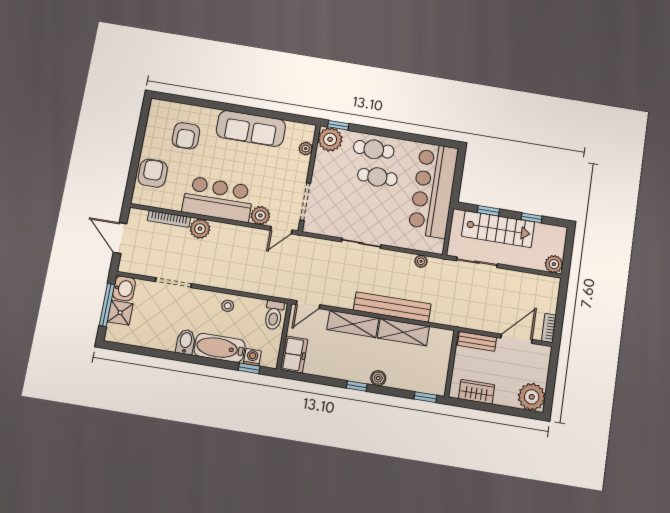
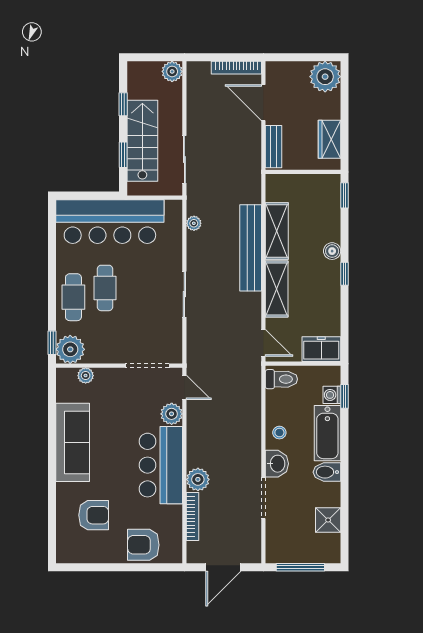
washbasin: (124, 288) -> (277, 464), moved, turned 90
shower: (120, 313) -> (328, 520), moved
bookcase: (549, 328) -> (236, 68), width x1.56

